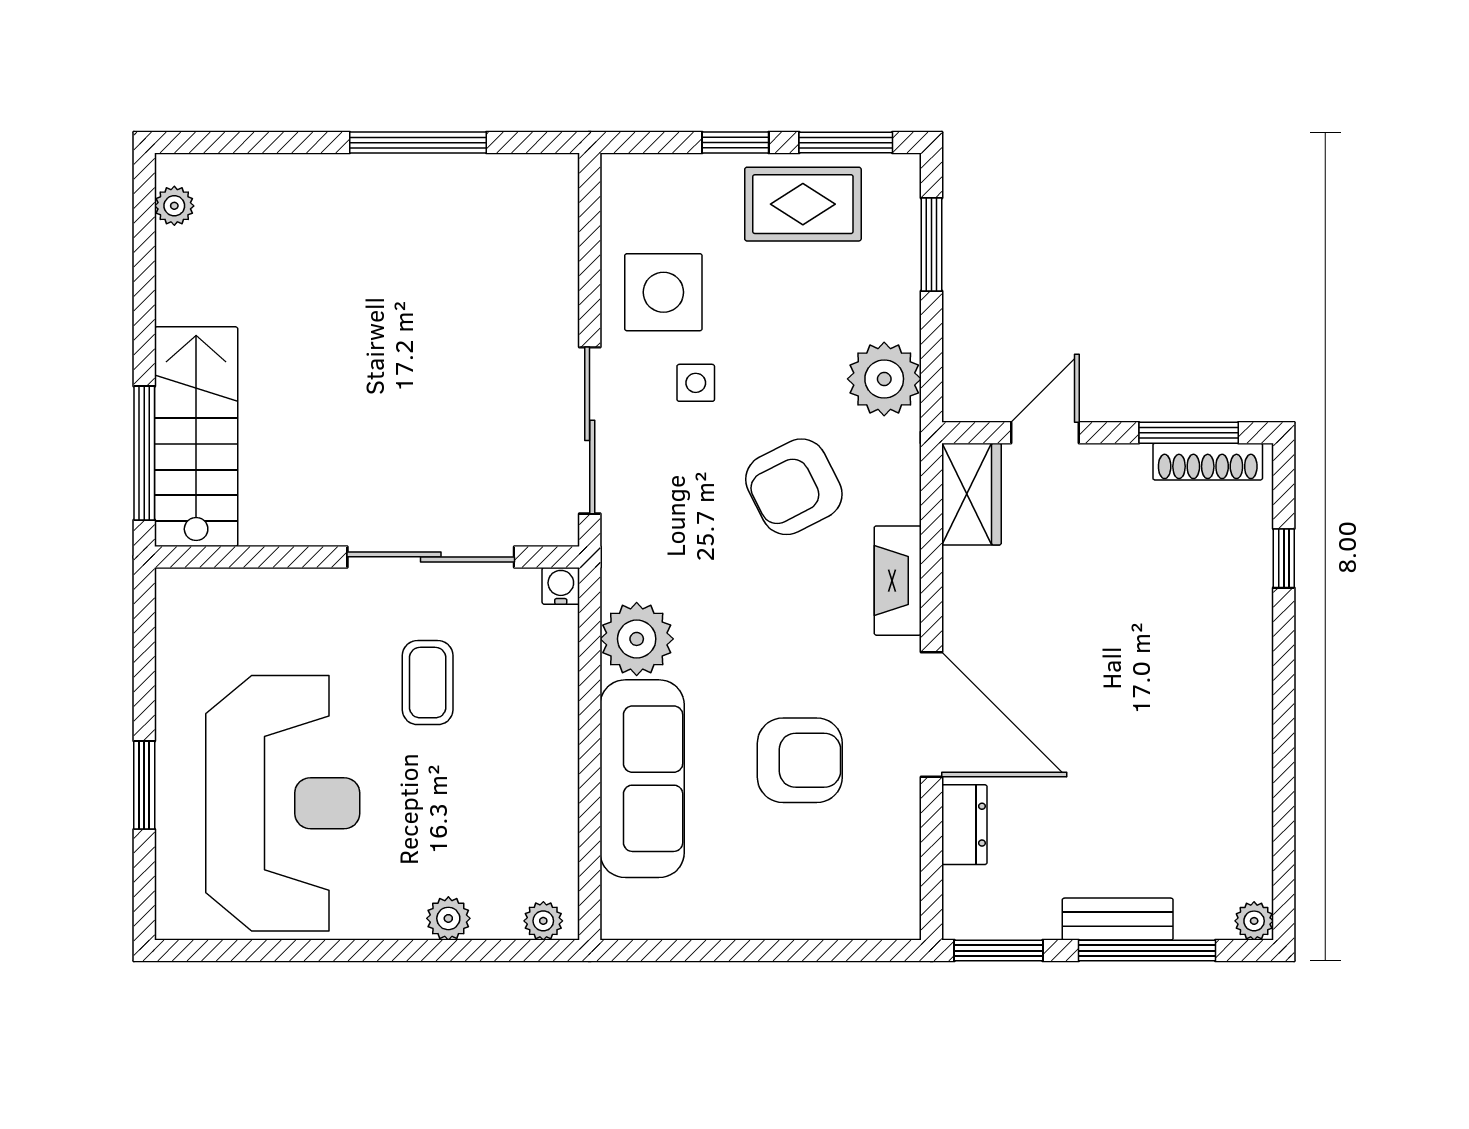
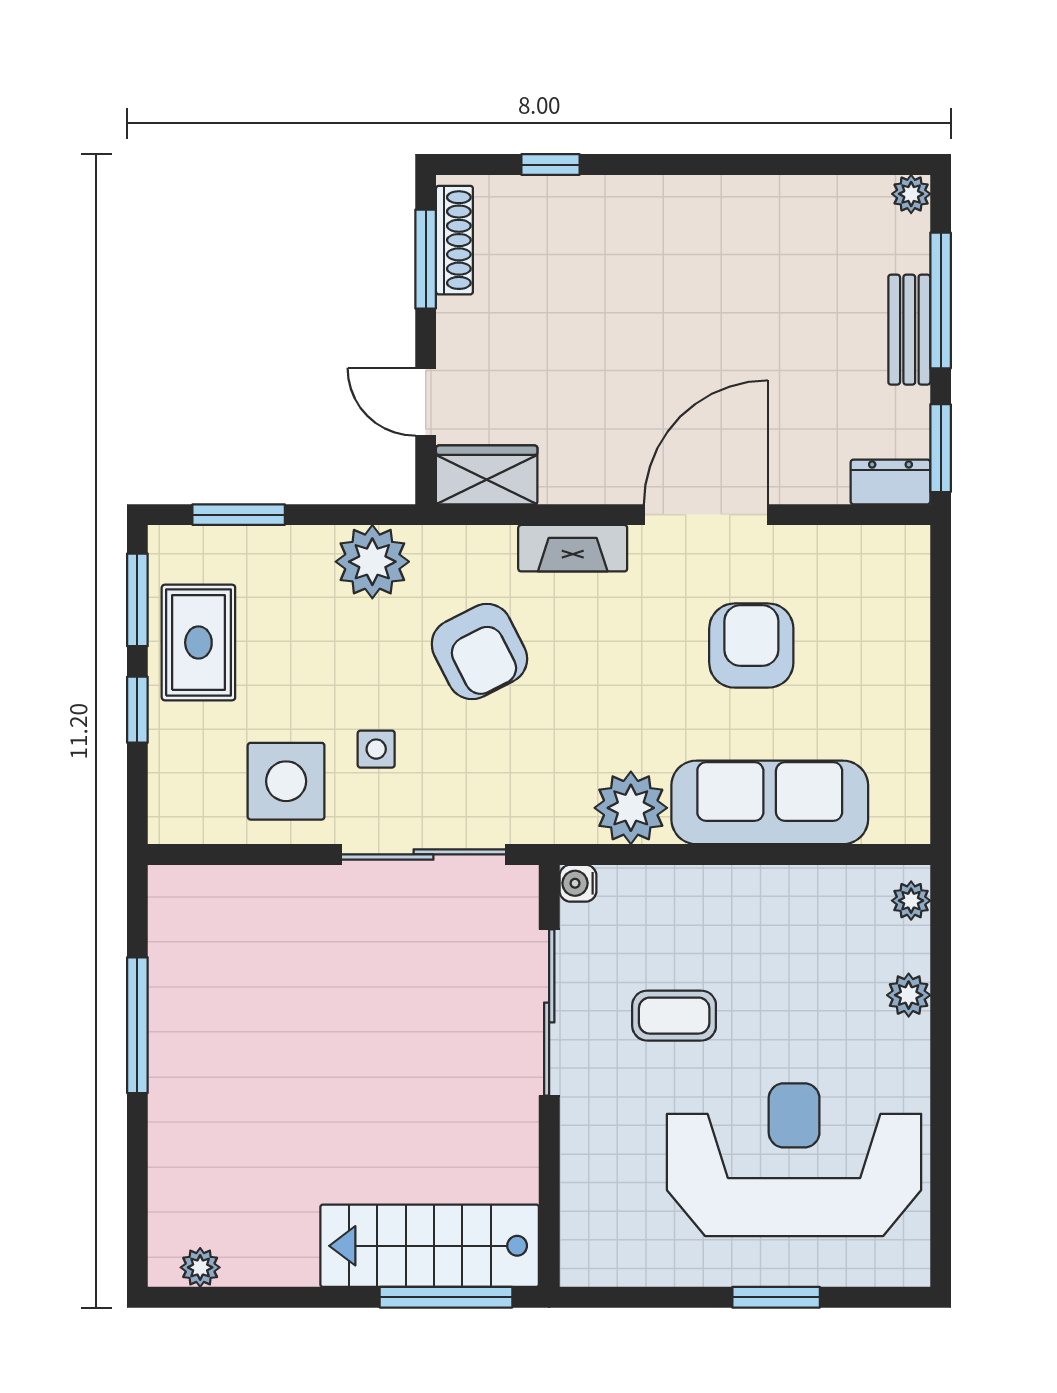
dresser: (964, 825) -> (890, 482), moved

